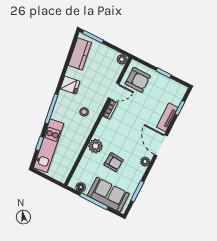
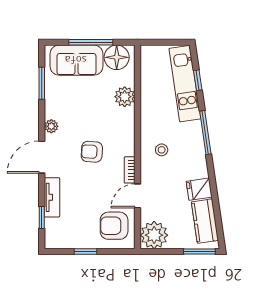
plant: (122, 59) -> (154, 235), width x1.88, depth x1.88
fridge: (70, 85) -> (199, 189), moved
door: (161, 145) -> (42, 157), swing flipped
plant: (95, 146) -> (125, 97), moved
armchair: (114, 162) -> (92, 152), moved
floor lamp: (81, 187) -> (117, 57), width x1.89, depth x1.89

